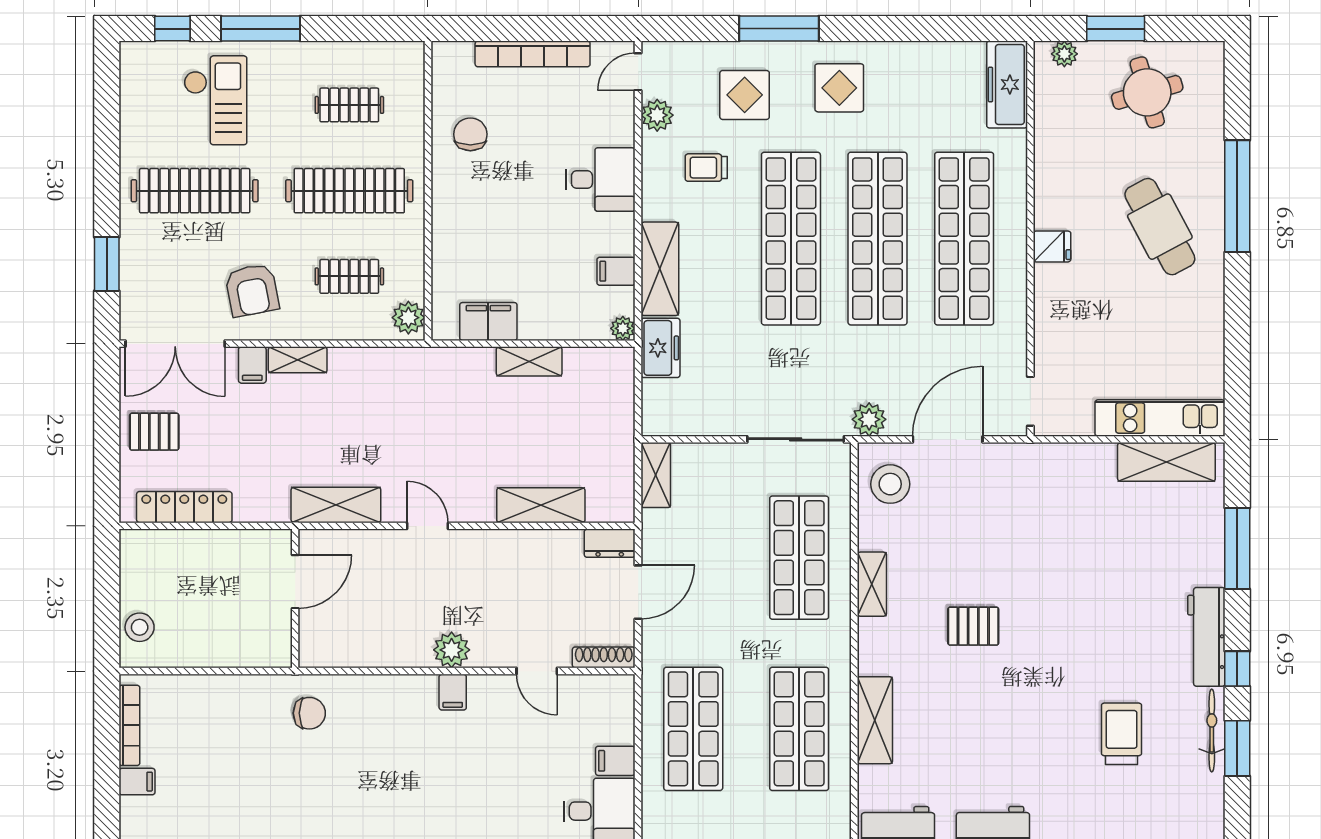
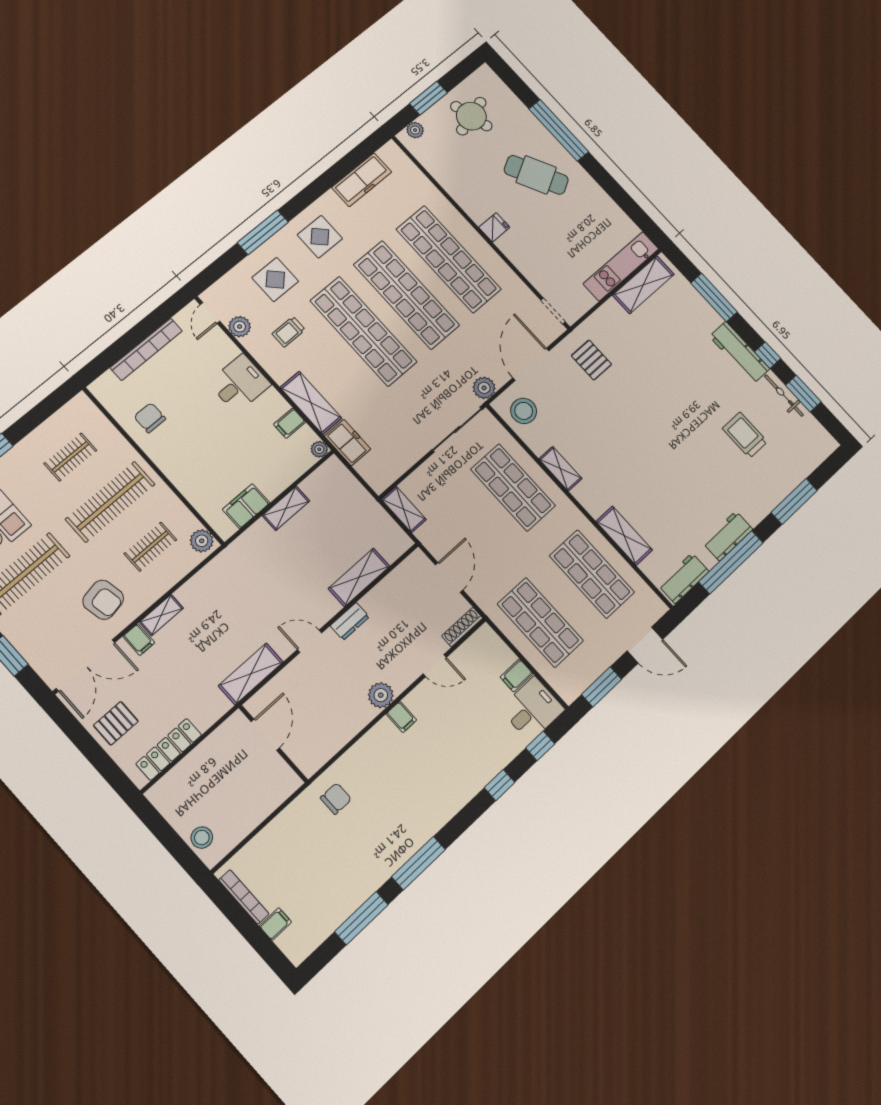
freezer: (1007, 84) -> (362, 180), moved, turned -90
dresser: (610, 543) -> (350, 621), moved
pallet: (973, 626) -> (591, 360), moved, turned 90

